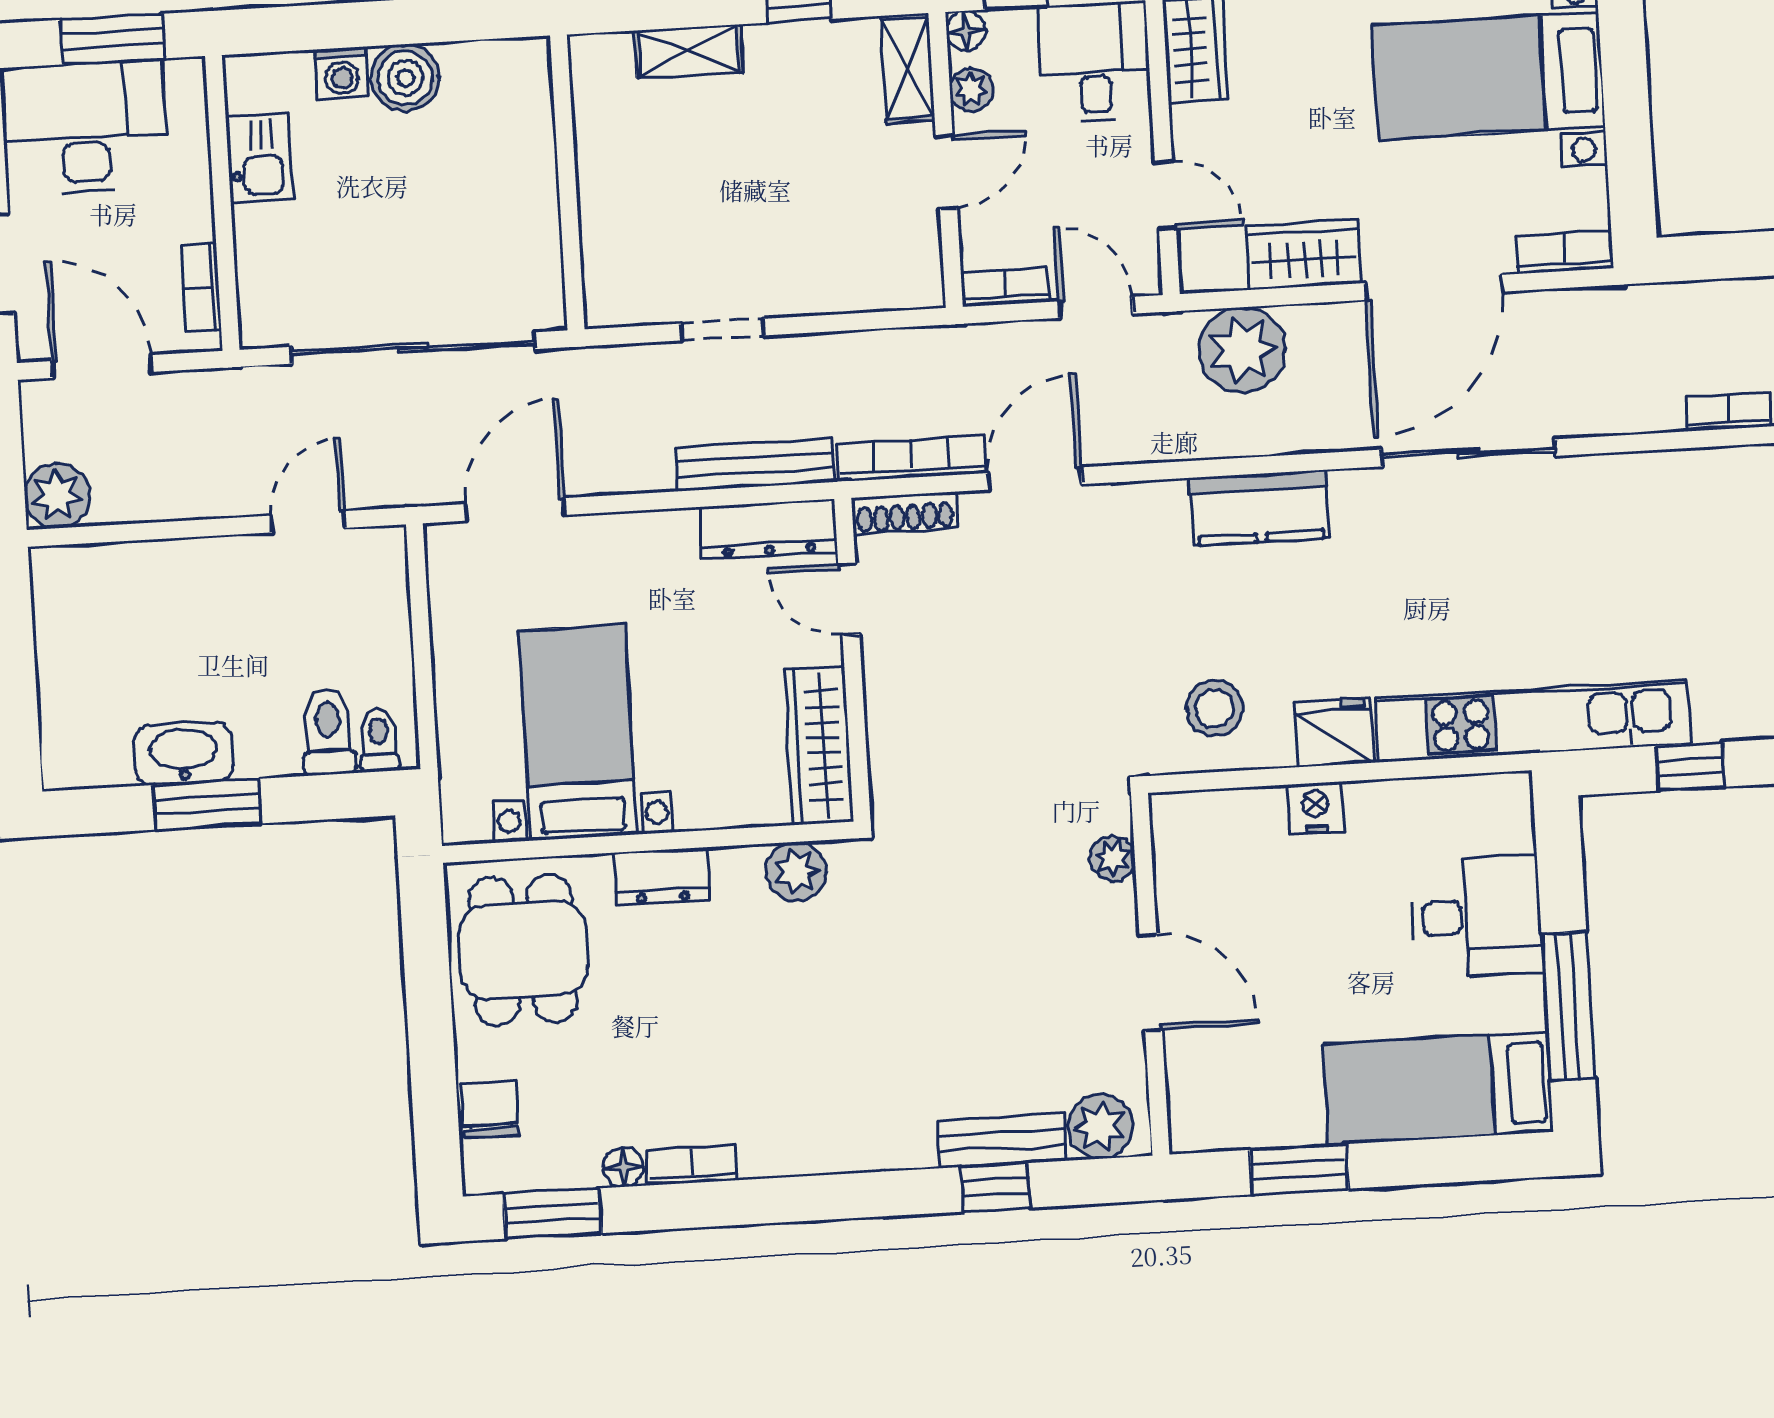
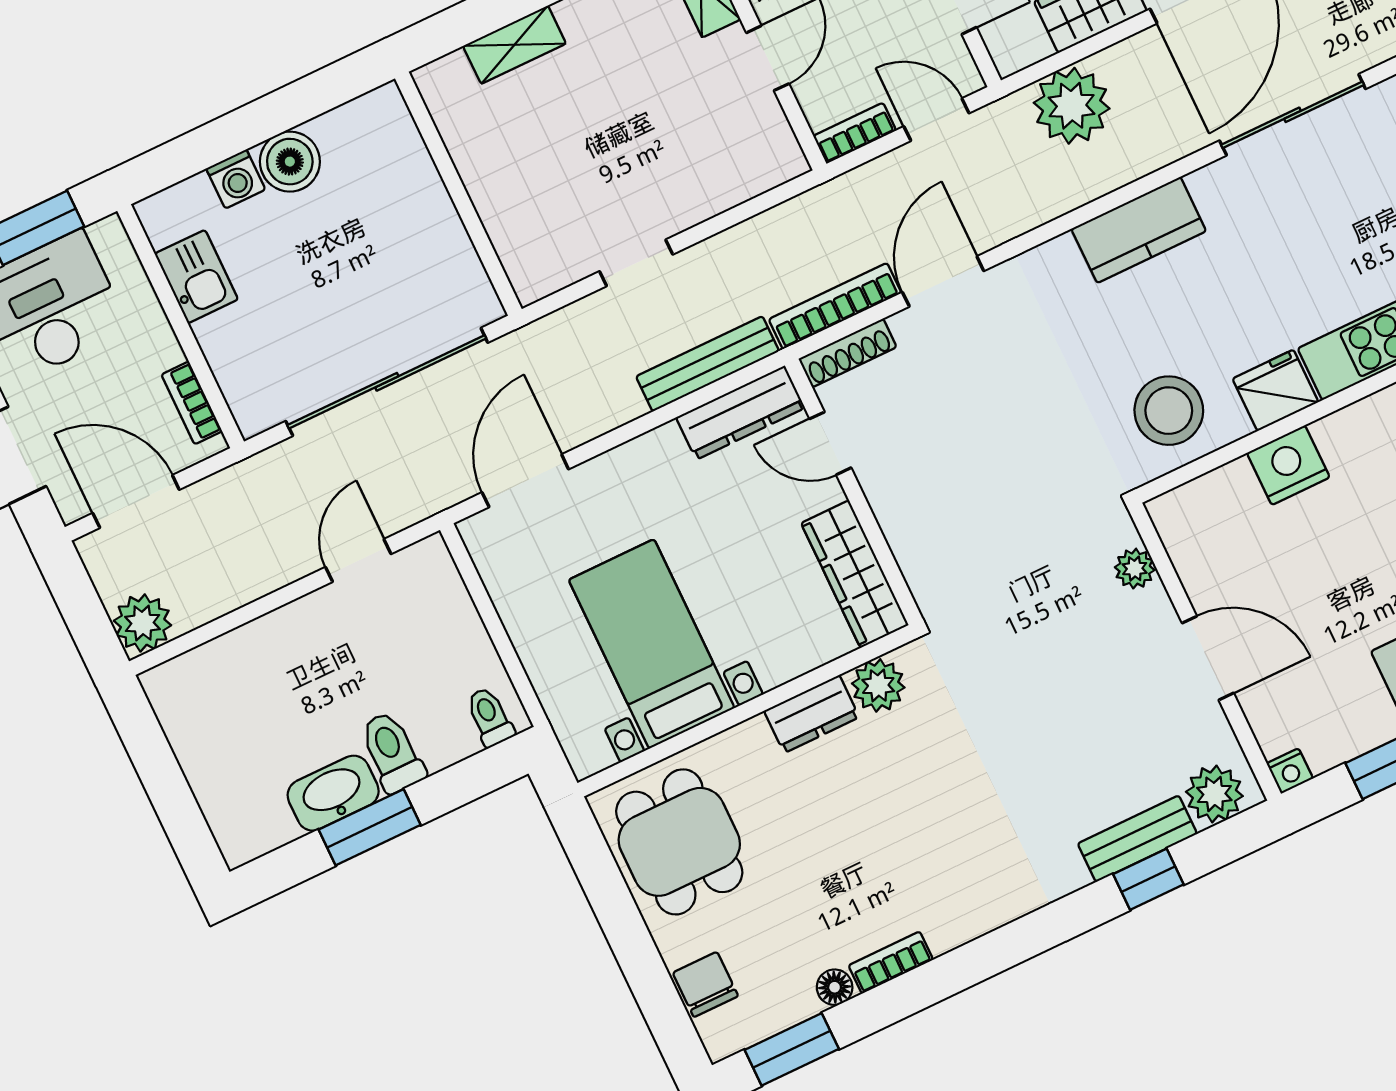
stool: (1215, 708) -> (1169, 411), width x1.38, depth x1.38
toilet: (328, 731) -> (392, 752), moved
nightstand: (1316, 808) -> (1288, 465), width x1.36, depth x1.33
dresser: (662, 876) -> (812, 714), moved
nightstand: (1188, 1134) -> (1290, 771), added

